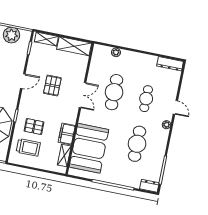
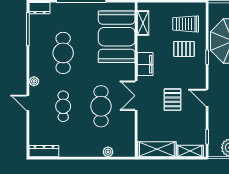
door: (23, 81) -> (207, 98), hinge flipped
filing cabinet: (67, 134) -> (145, 64), moved

